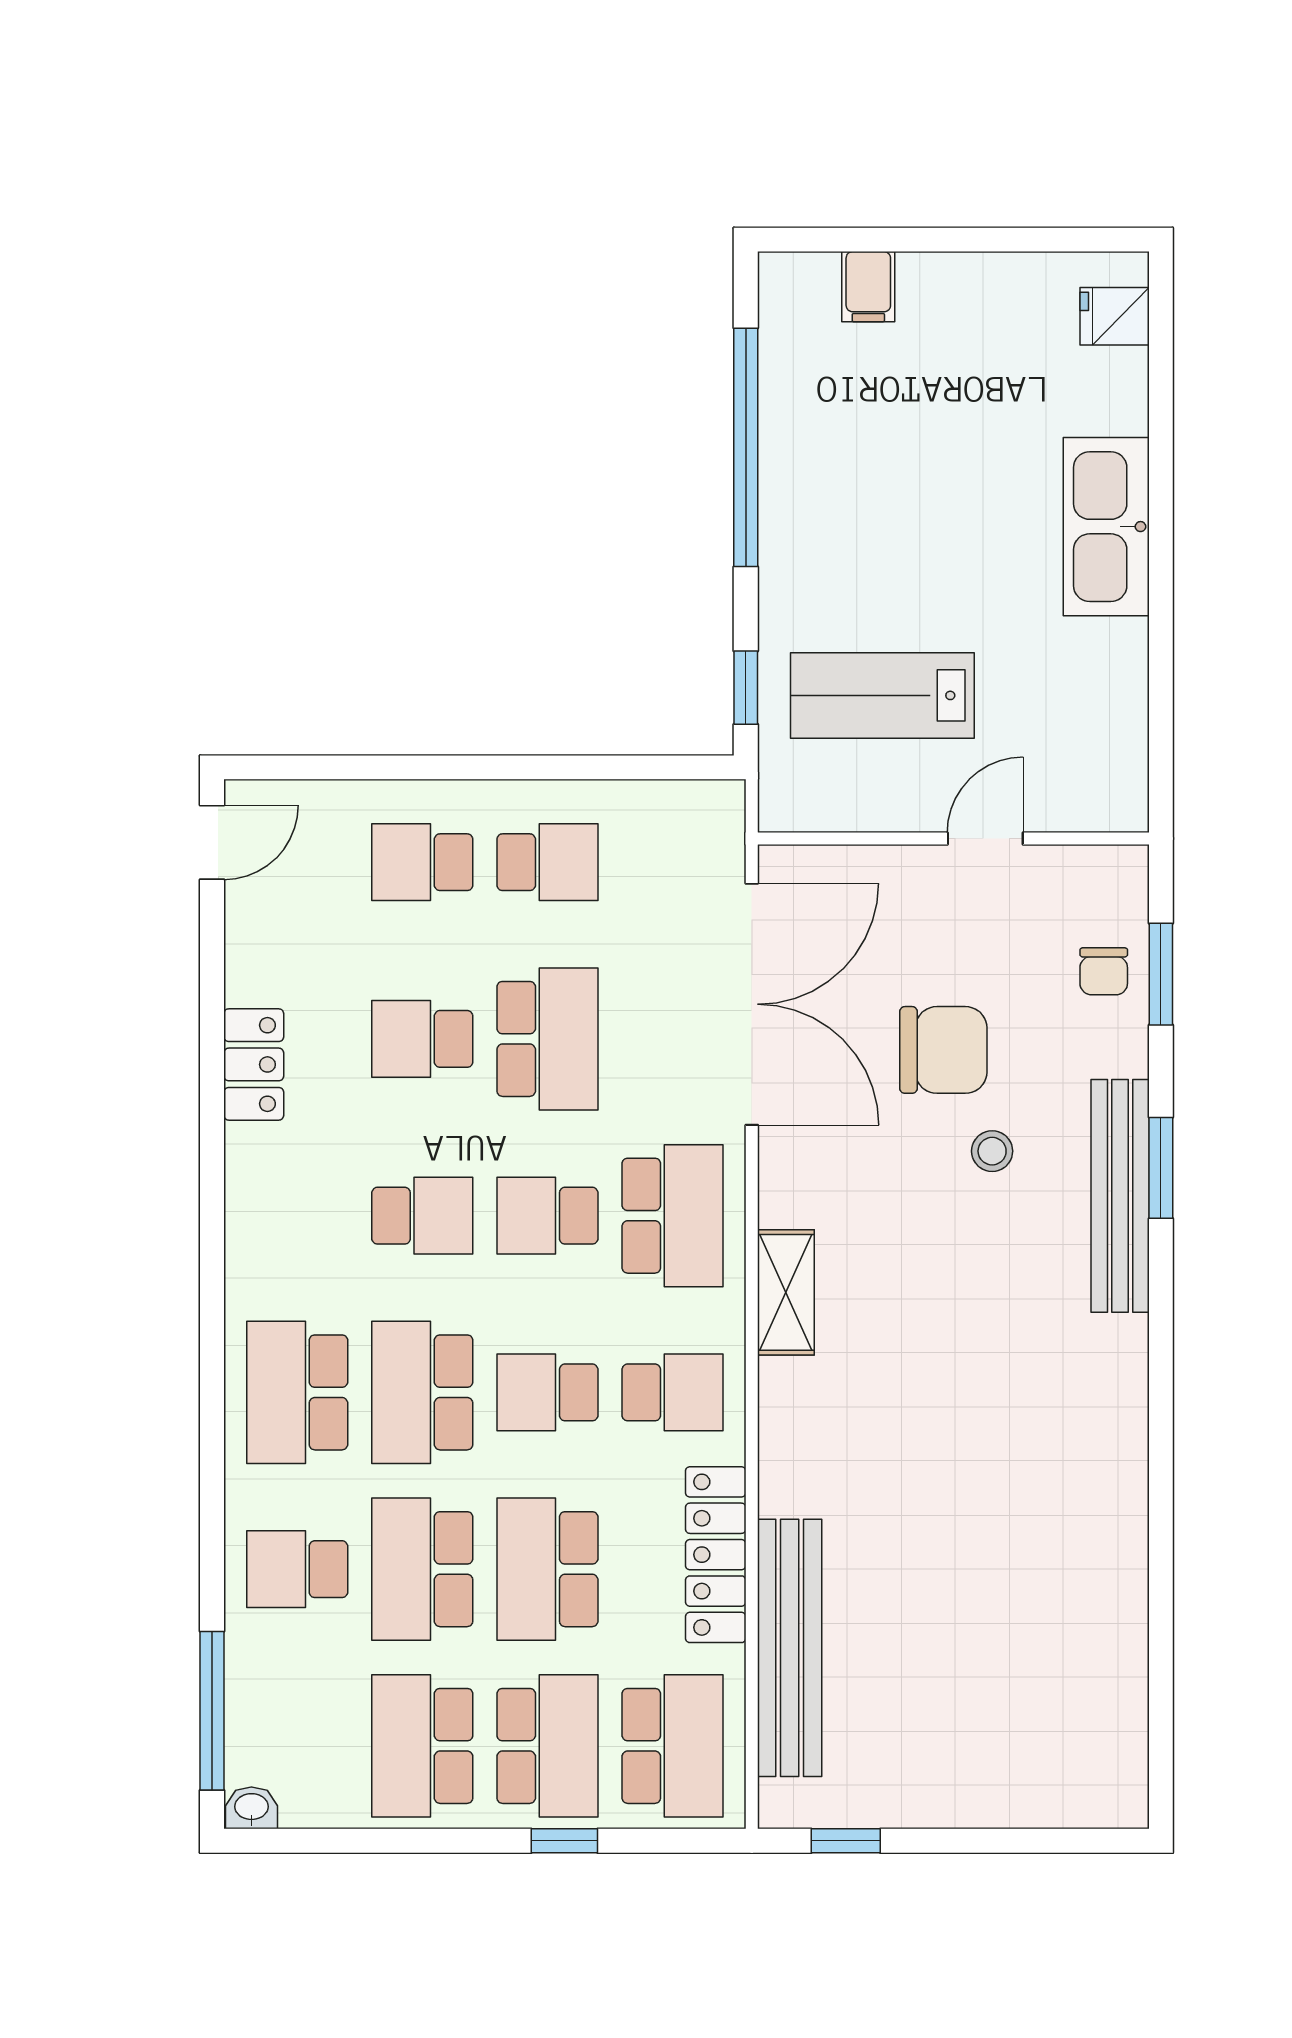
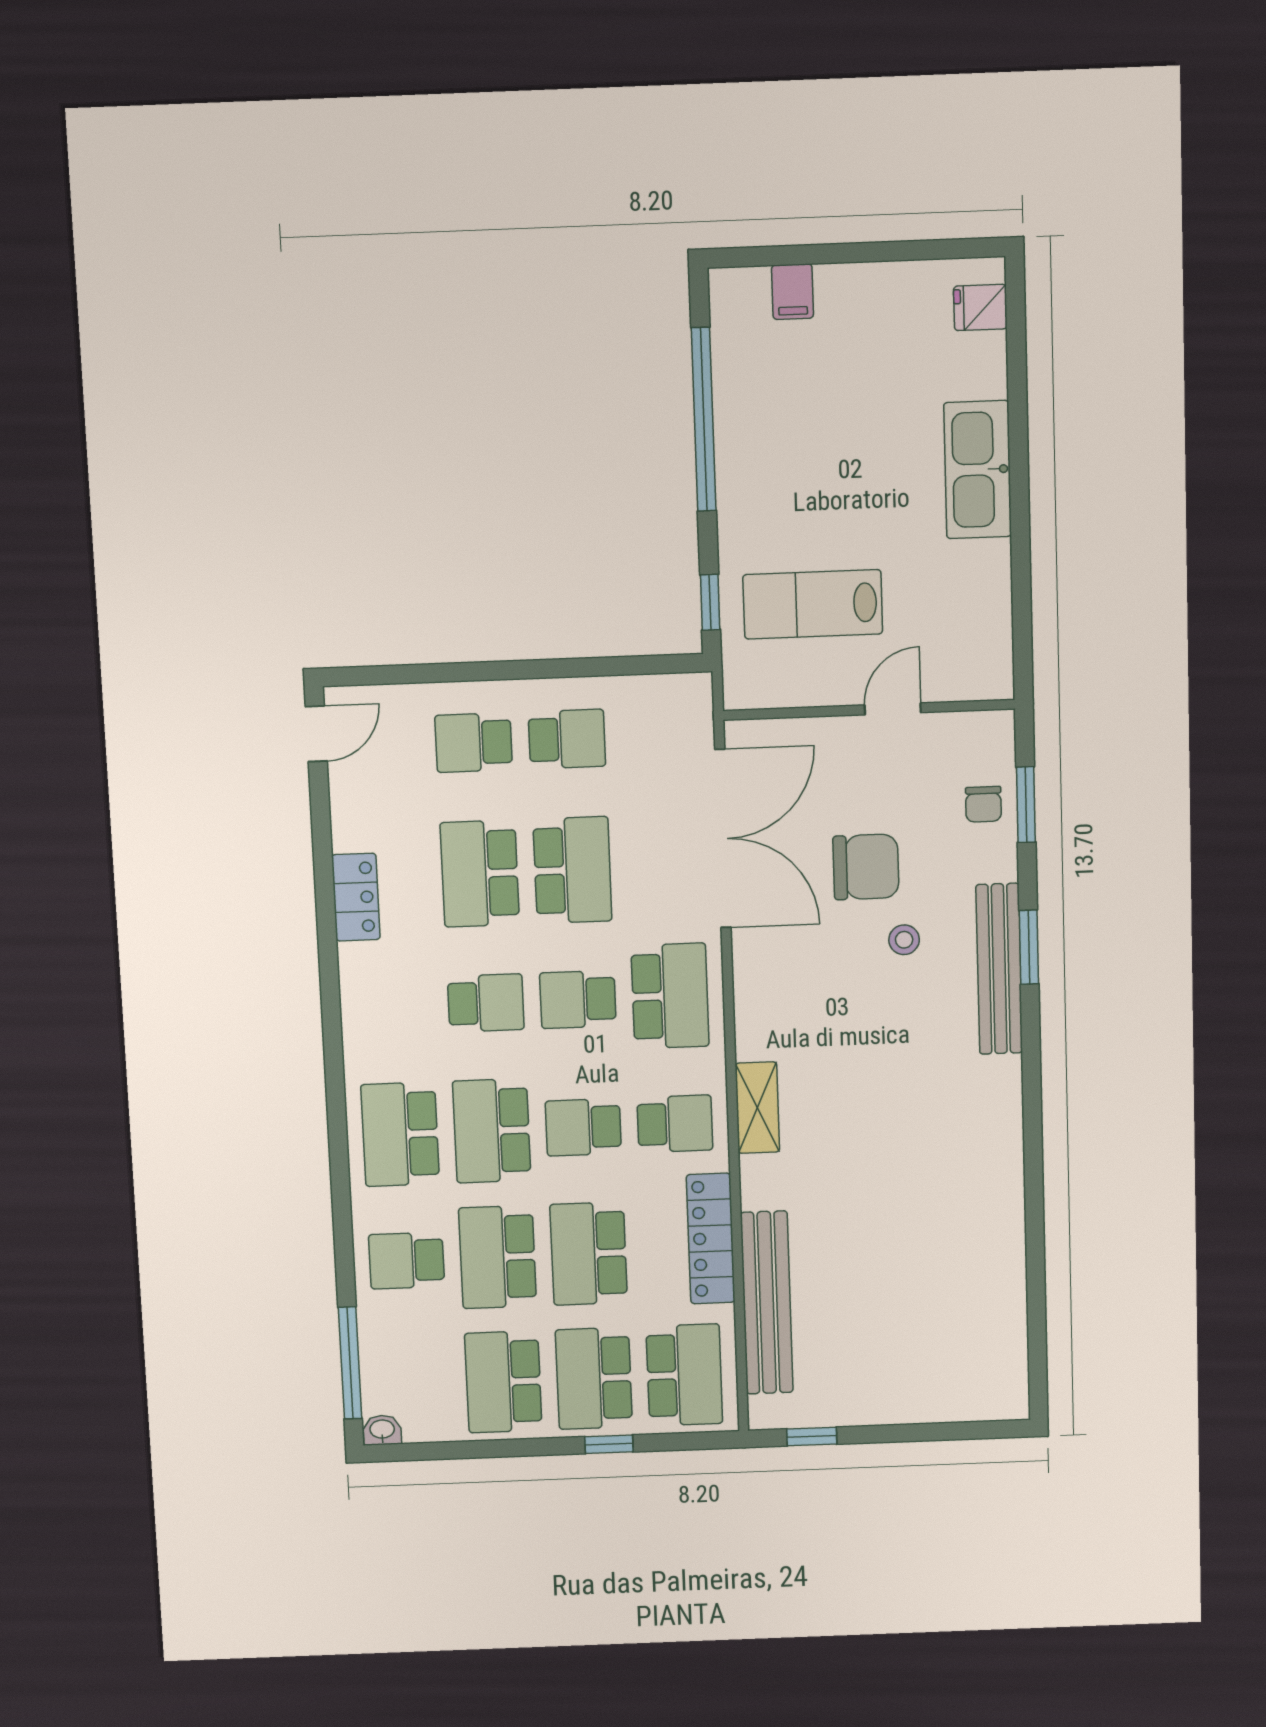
school desk: (422, 1039) -> (480, 874), width x1.85
shelving: (786, 1292) -> (757, 1108), moved
school desk: (547, 1746) -> (594, 1378), turned 180

